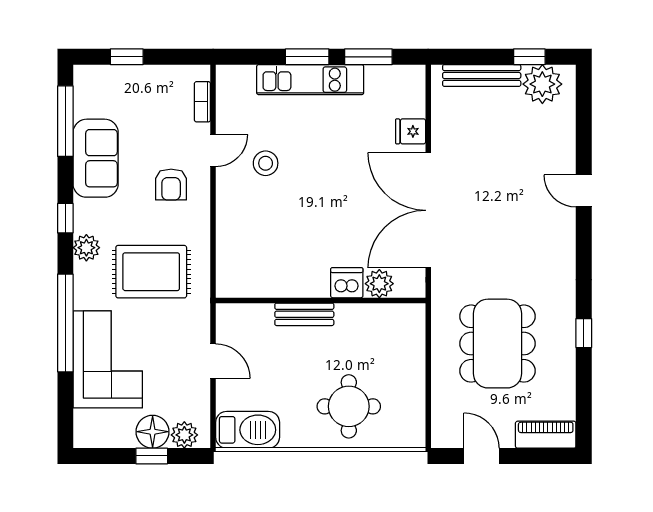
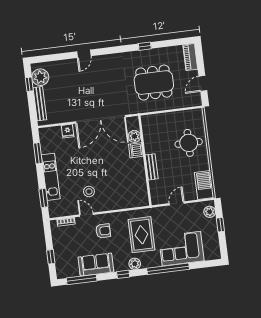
window: (307, 57) -> (43, 198), moved
floor lamp: (153, 432) -> (210, 226), removed

